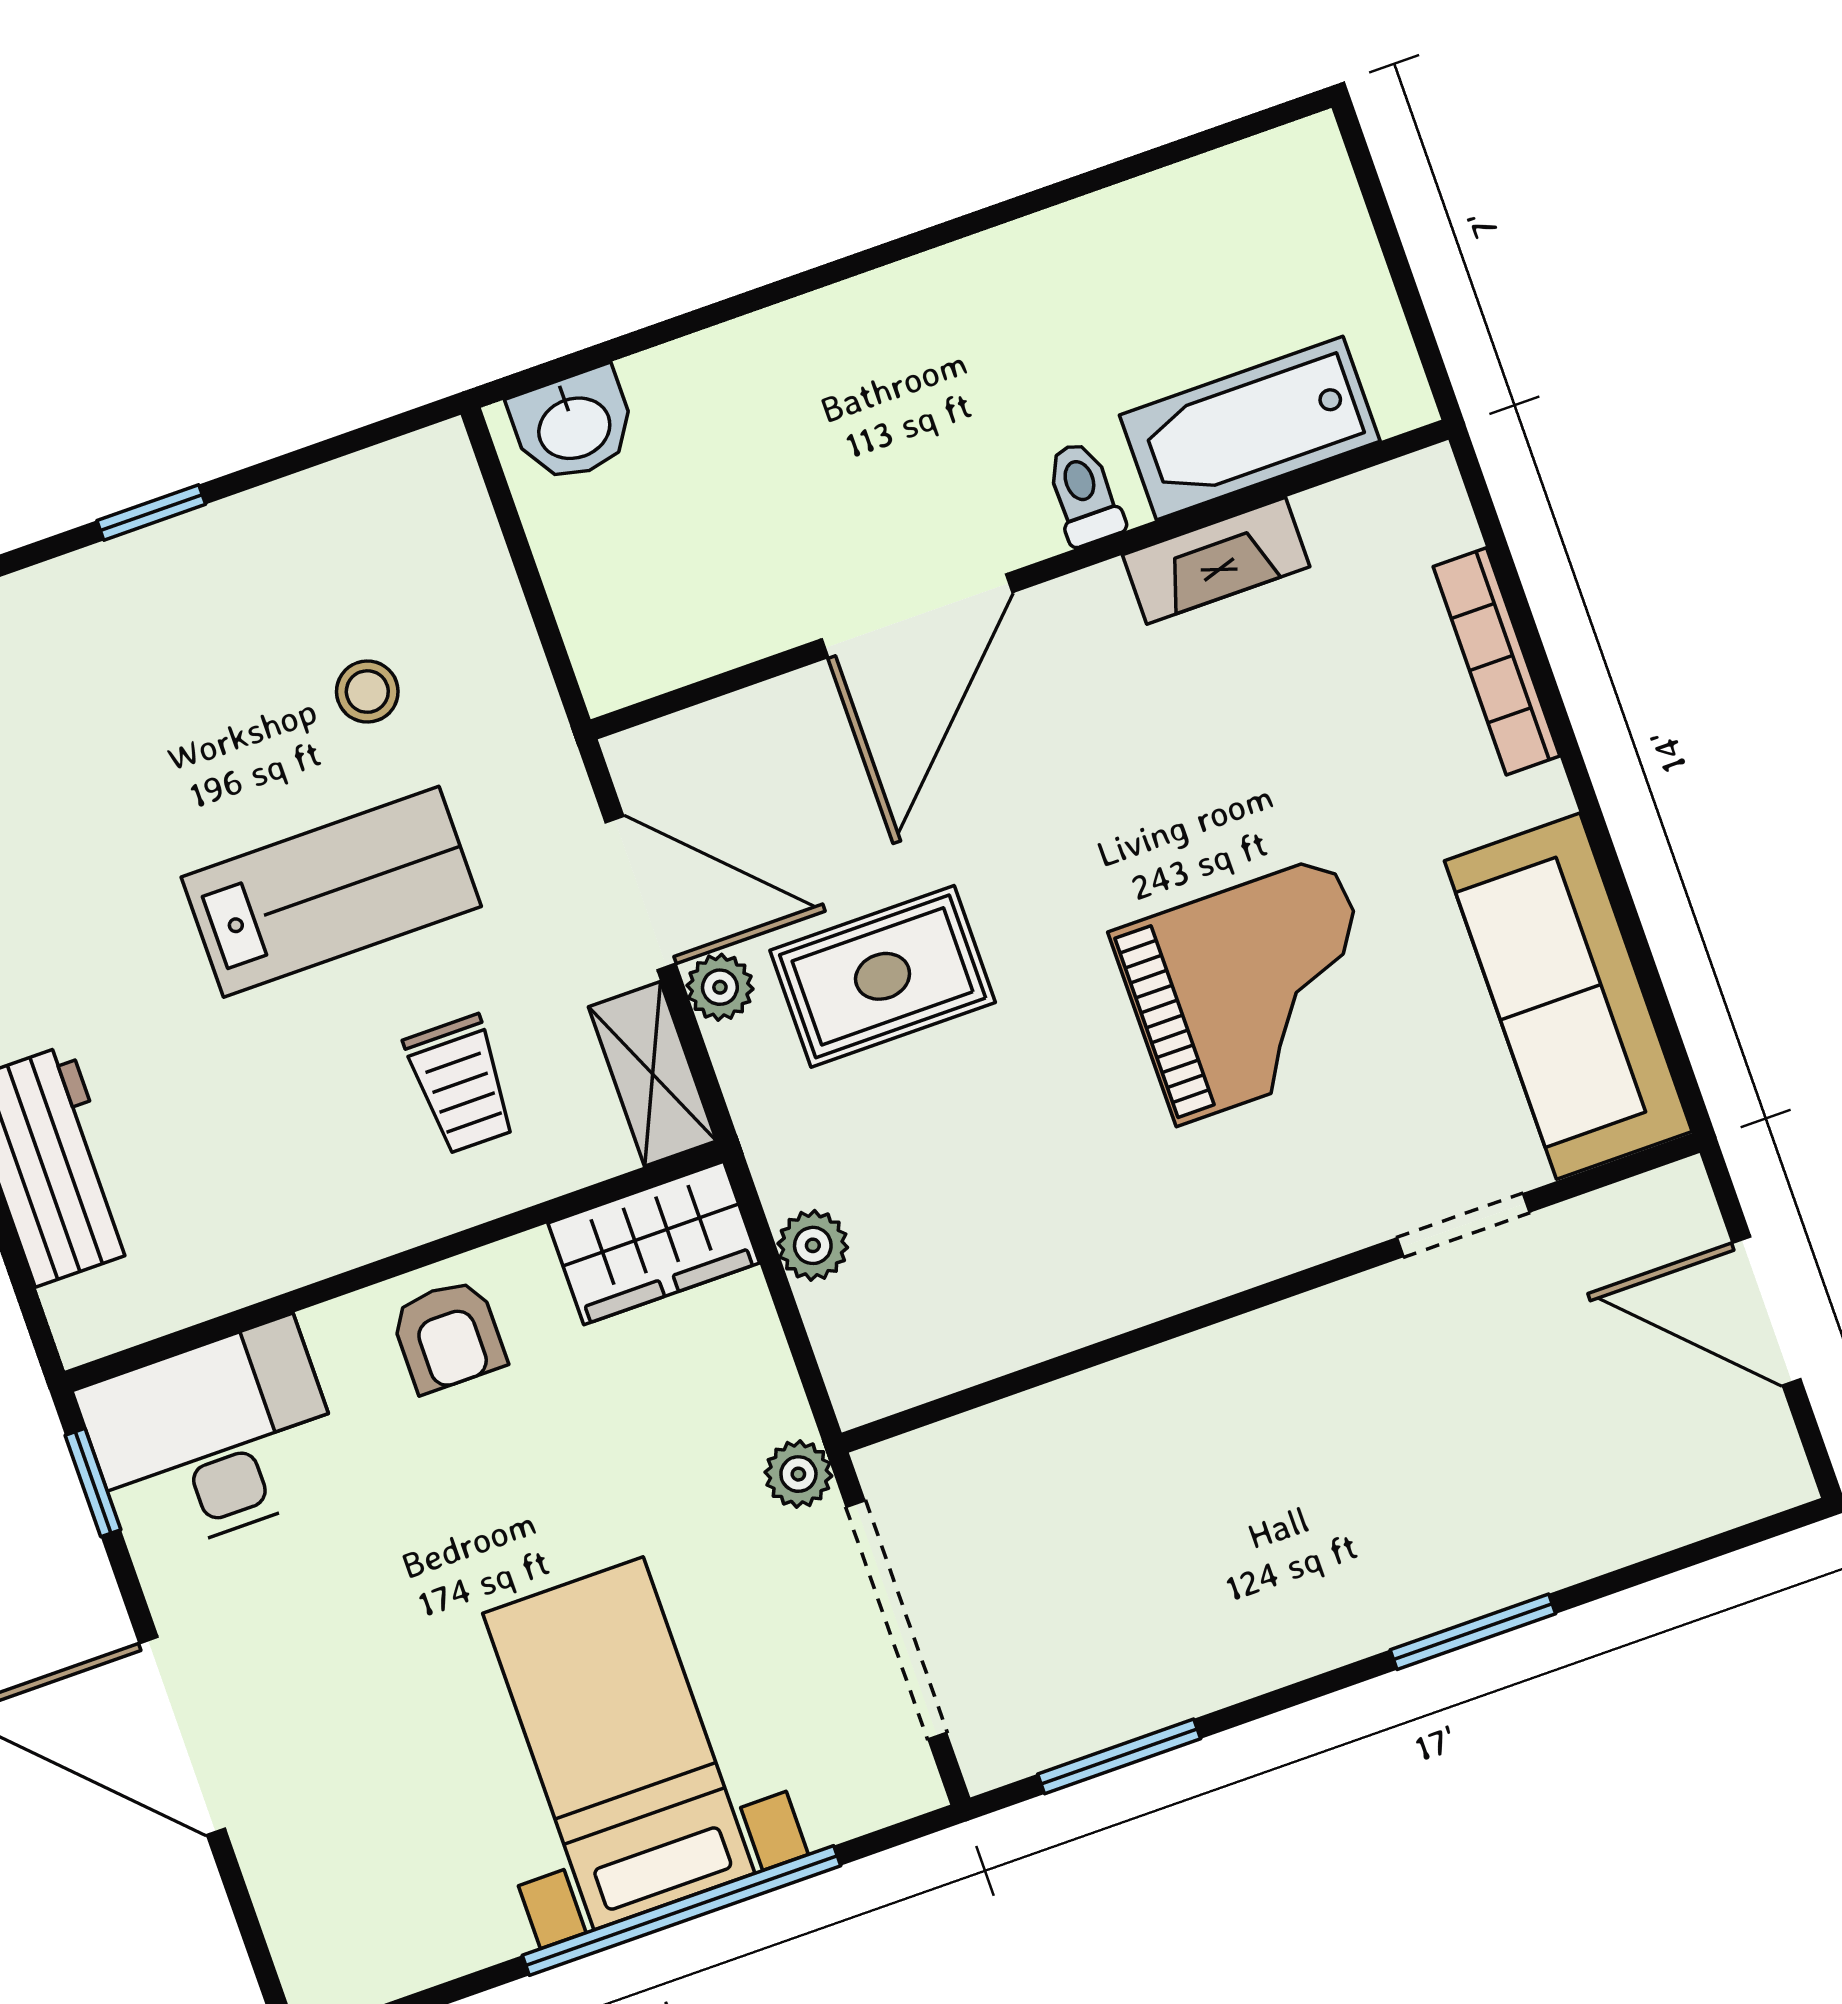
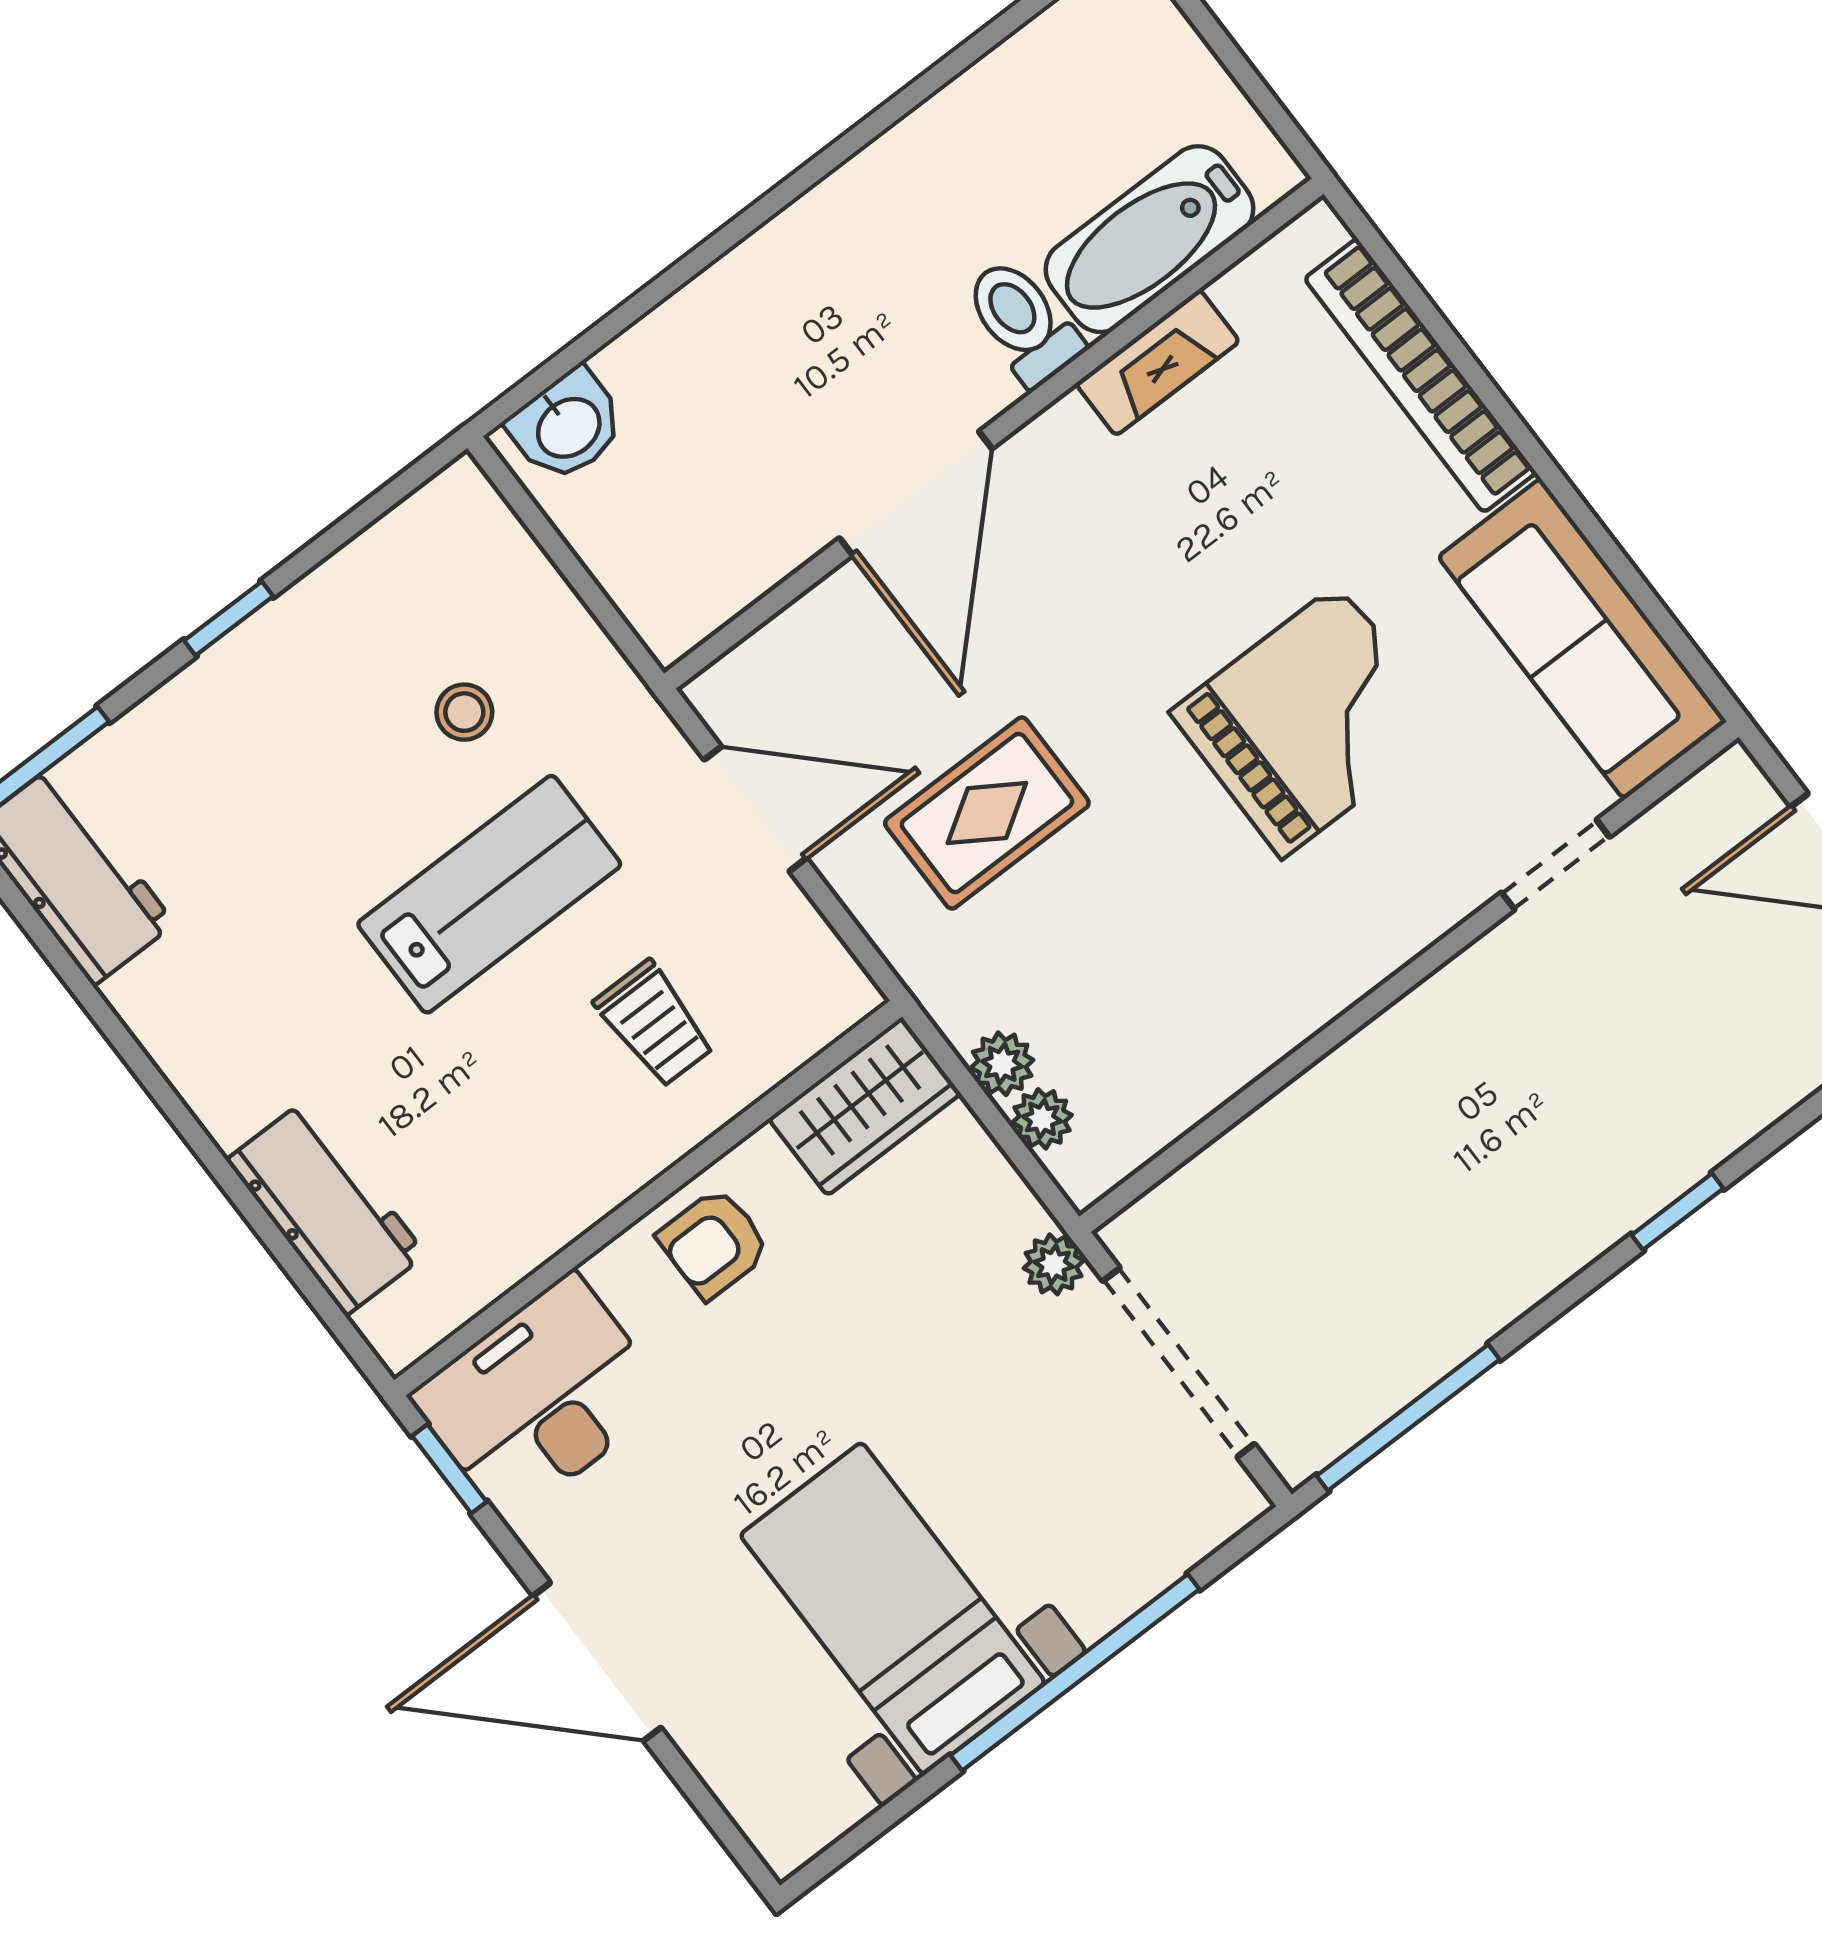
toilet: (1084, 494) -> (1023, 322), width x1.37, depth x1.39
bookcase: (1496, 661) -> (1420, 376), width x1.48, depth x1.31
plant: (720, 987) -> (1042, 1119), moved
shelving: (653, 1074) -> (816, 961), removed
armchair: (448, 1336) -> (714, 1243), turned 90
window: (1473, 1632) -> (1677, 1212), width x0.67
bed with nightstands: (619, 1743) -> (893, 1609), moved
window: (1119, 1756) -> (1408, 1418), width x1.44

